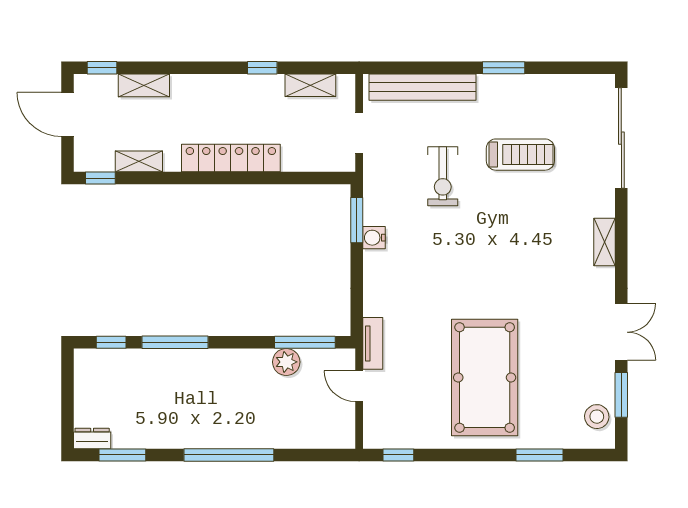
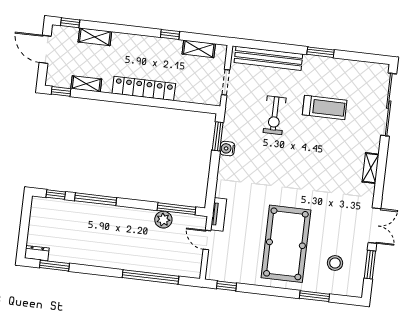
stool: (597, 417) -> (335, 263), moved
window: (229, 455) -> (150, 277), moved

